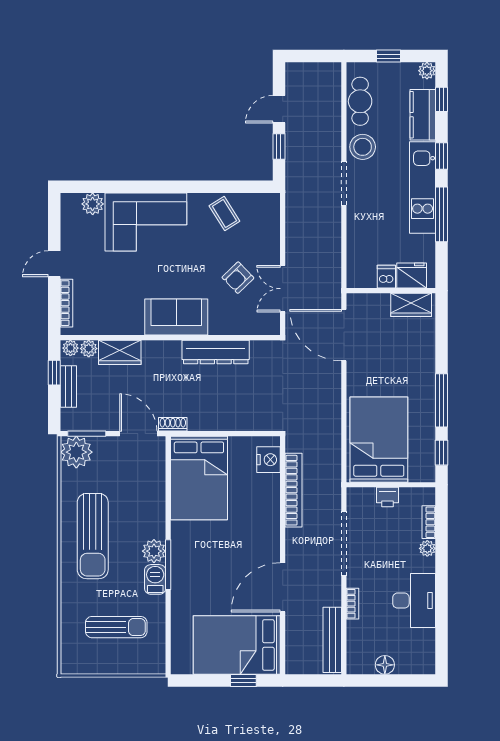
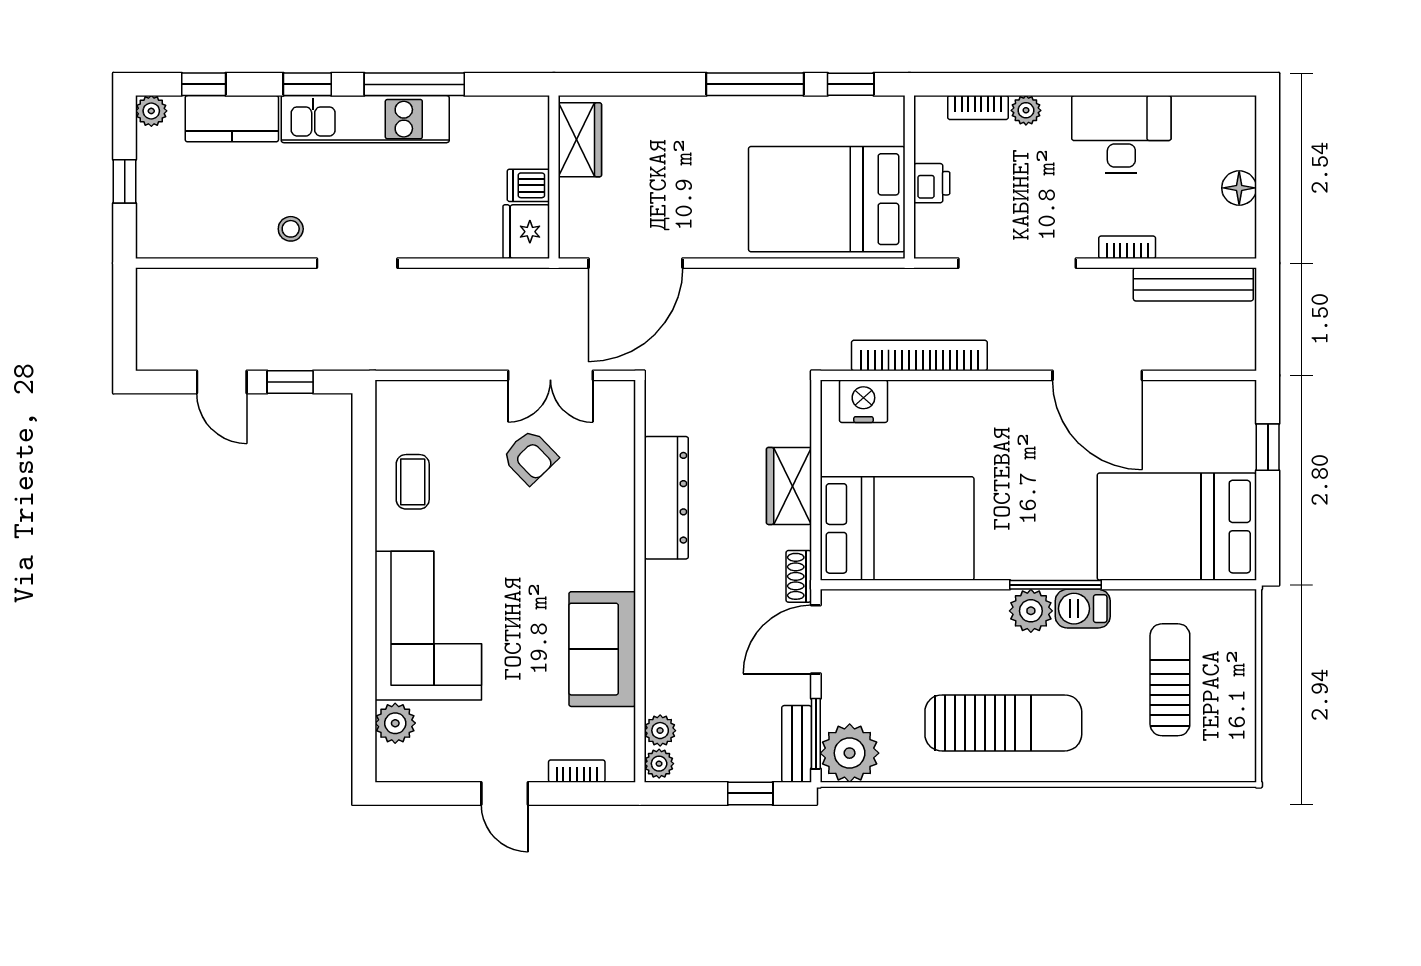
cafe table: (360, 101) -> (207, 233), removed
stool: (363, 147) -> (291, 229), width x0.53, depth x0.53
coffee table: (224, 214) -> (413, 482), turned -58
fridge: (412, 275) -> (526, 232), moved
bookcase: (66, 303) -> (577, 771), width x0.64
sofa: (176, 317) -> (602, 649), moved
wardrobe: (120, 352) -> (789, 486), moved, turned 180
window: (54, 373) -> (750, 793), moved
bench: (68, 386) -> (797, 744), moved, turned 90
bed: (237, 645) -> (1177, 527), moved, turned 90

